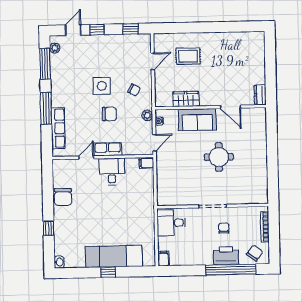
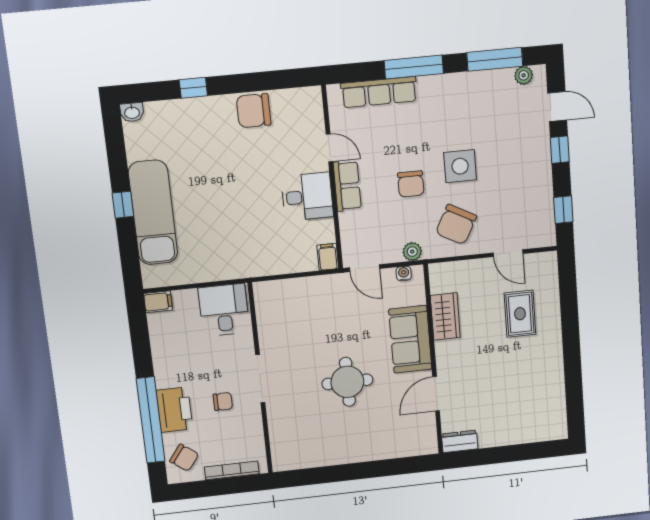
chair: (134, 90) -> (456, 225), width x1.87, depth x1.87

